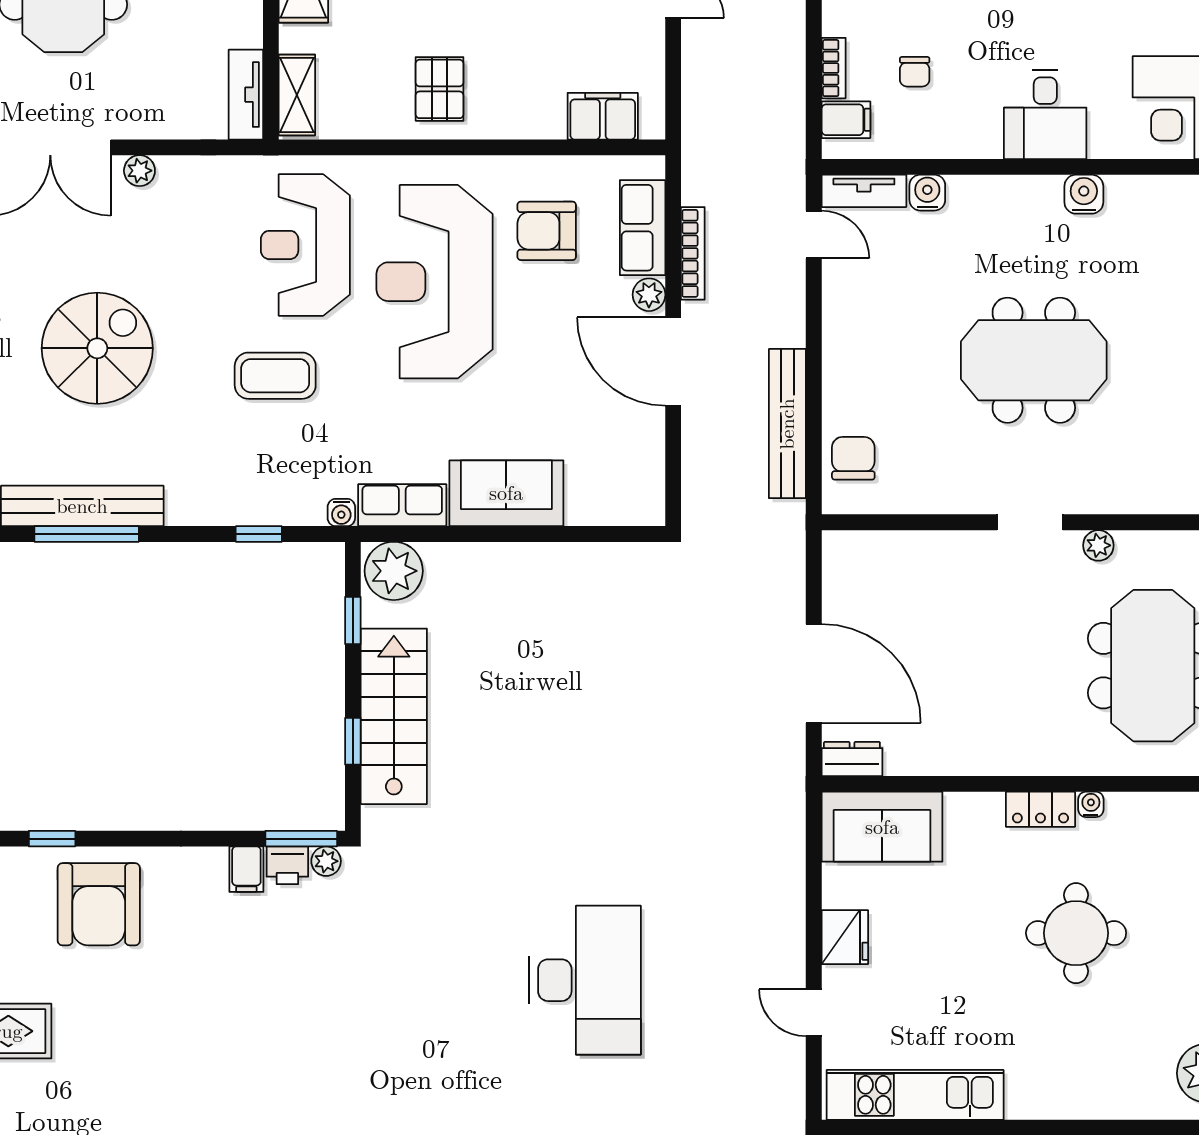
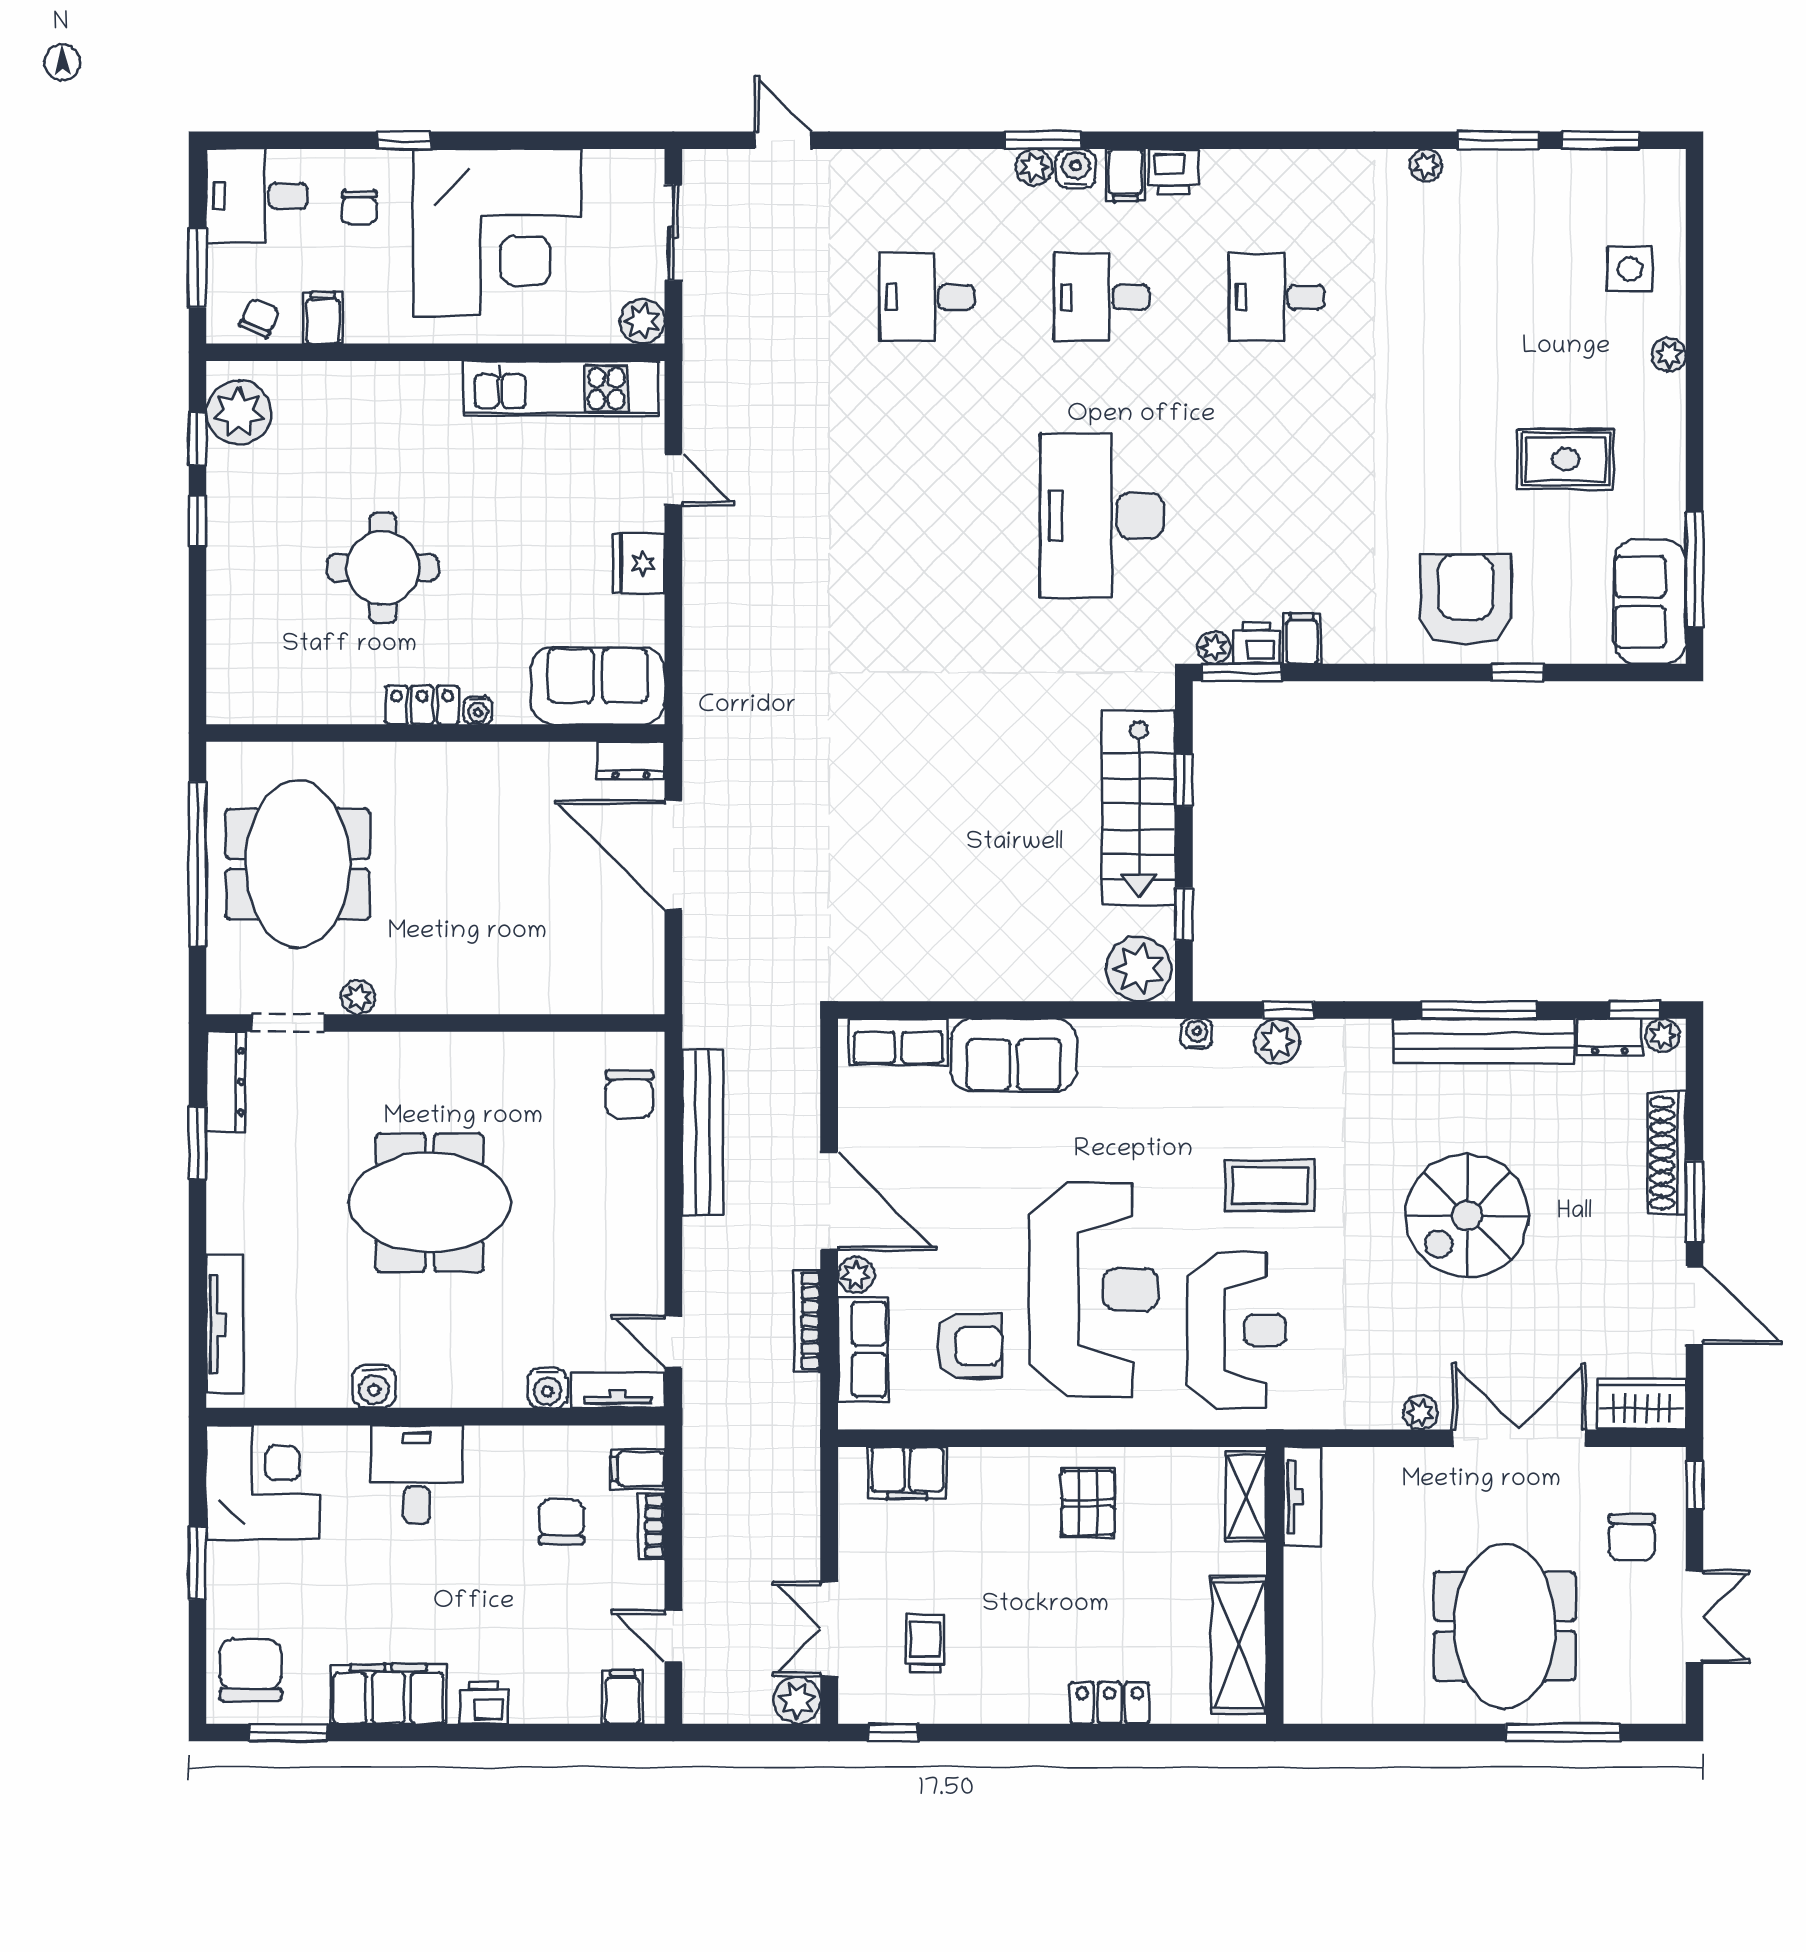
chair: (915, 72) -> (562, 1522), width x1.37, depth x1.37
row of seats: (402, 505) -> (898, 1042), moved
plant: (269, 506) -> (1277, 1041), added
doorway: (1030, 522) -> (288, 1023), moved
water cooler: (1091, 804) -> (478, 710), moved
desk: (585, 980) -> (1102, 516), moved

